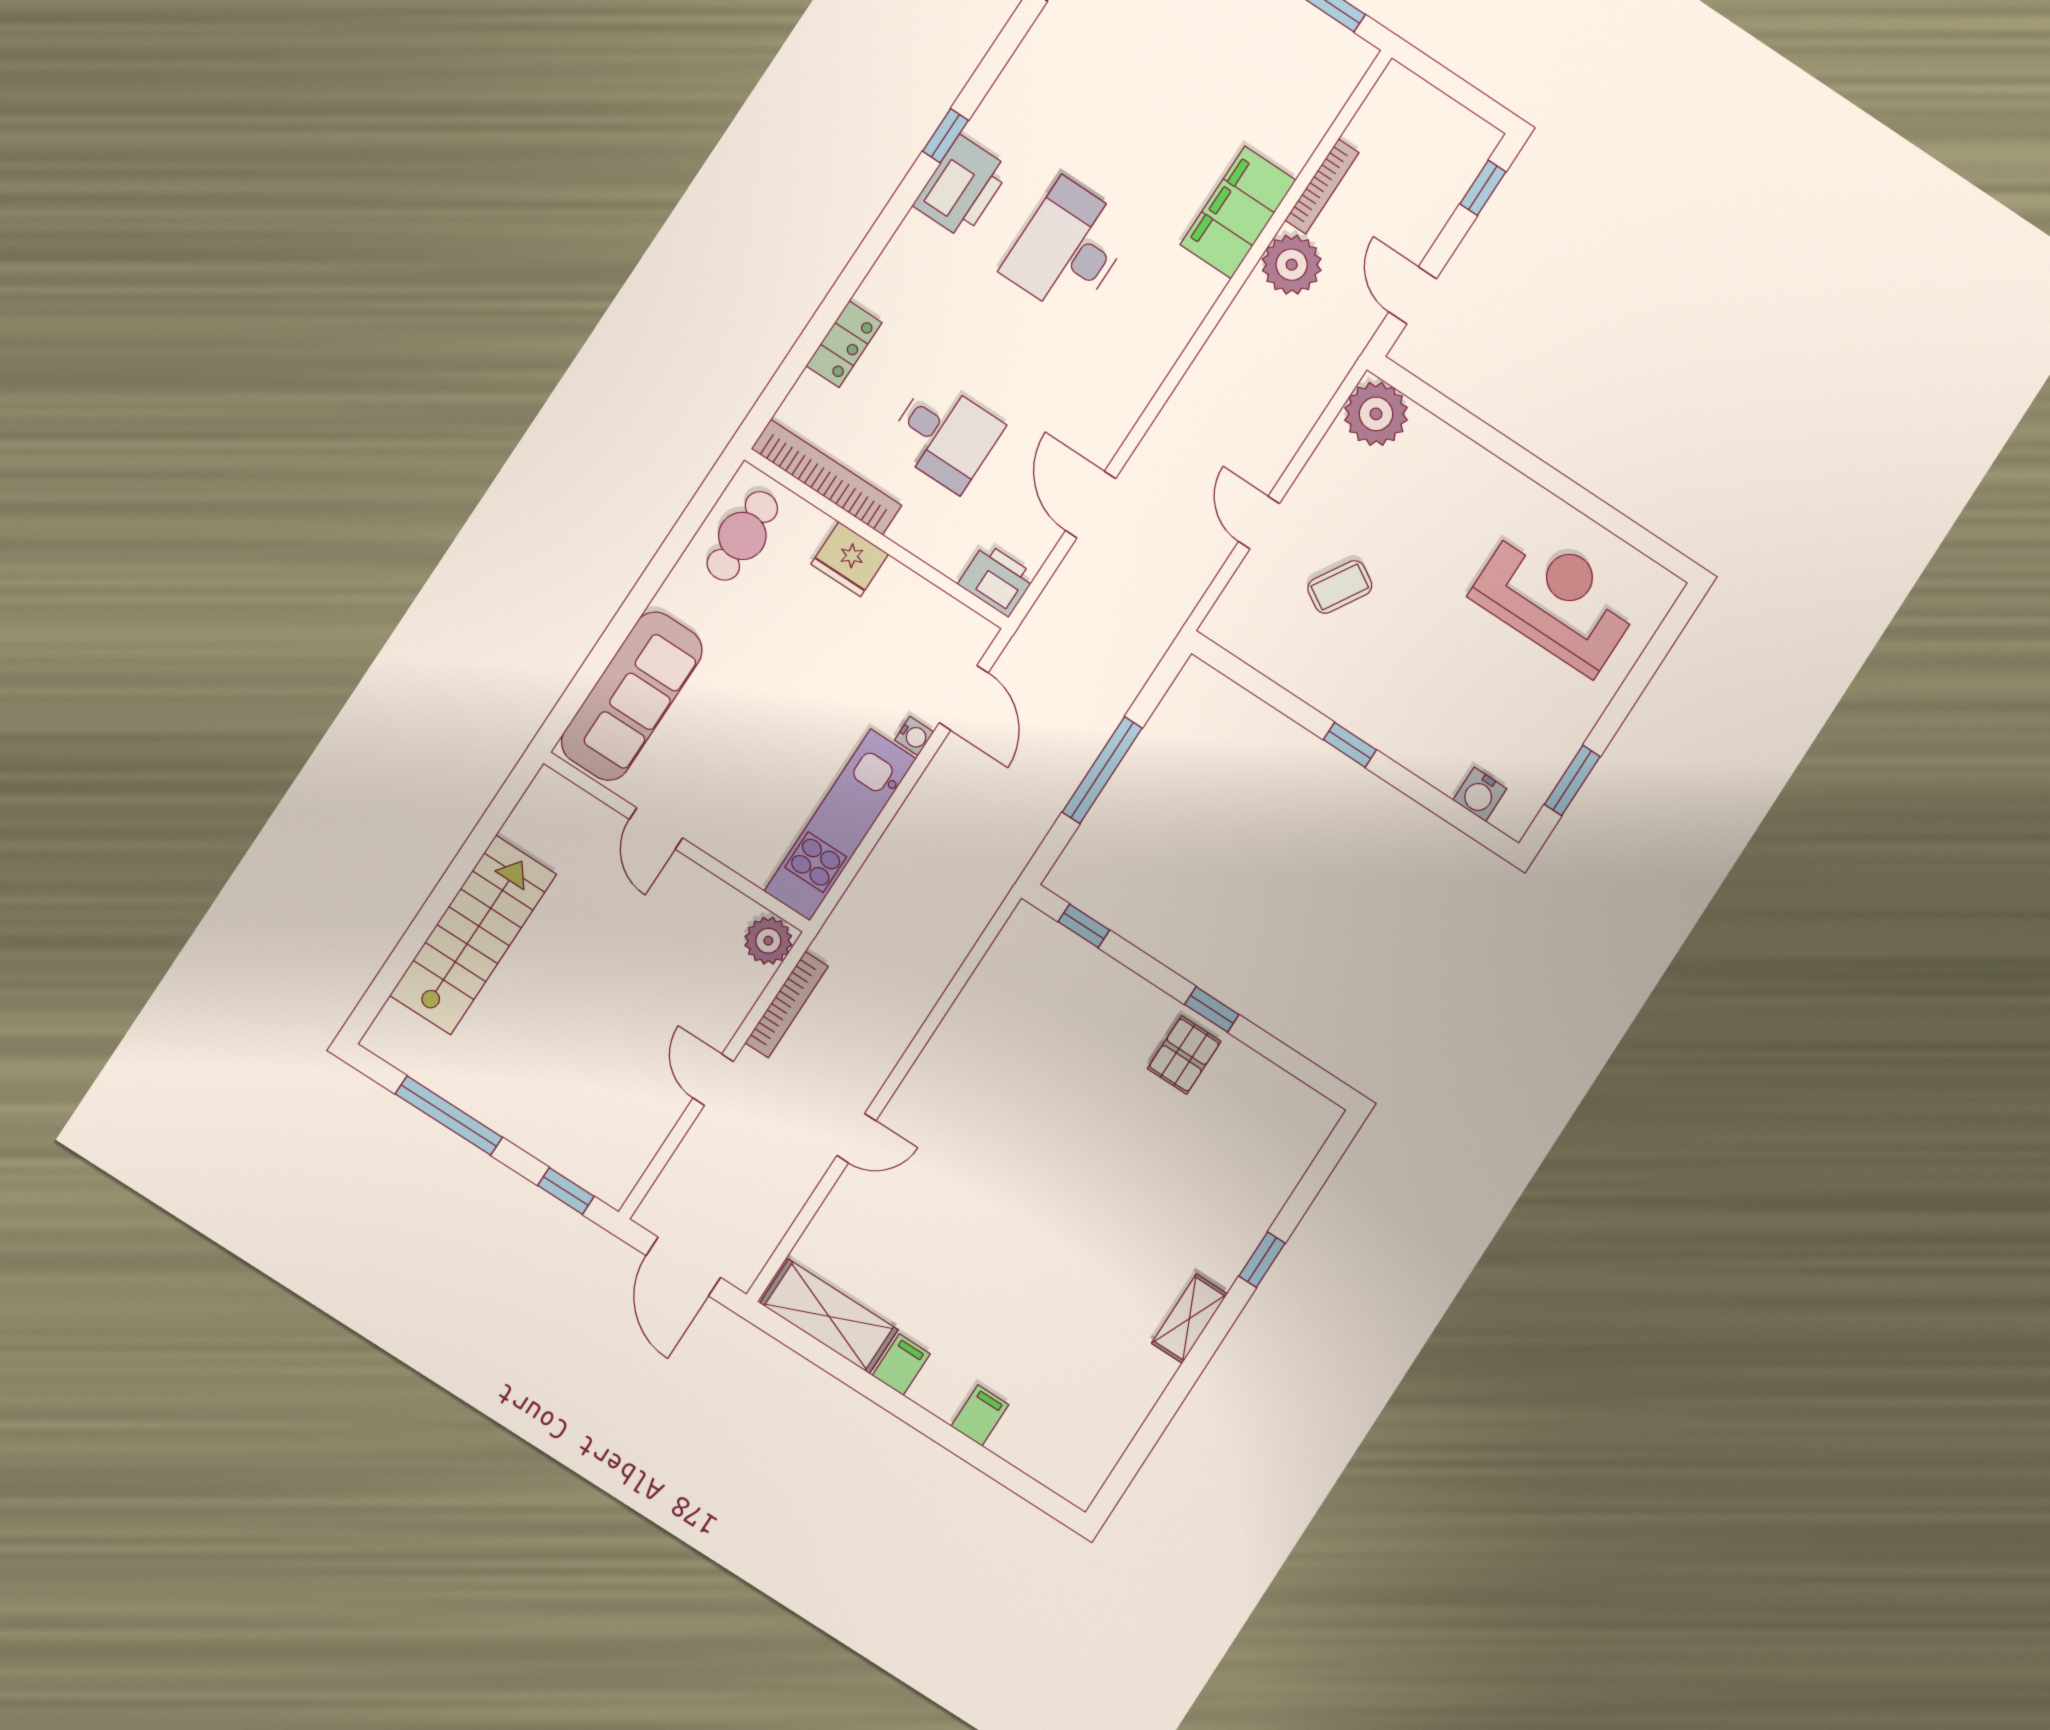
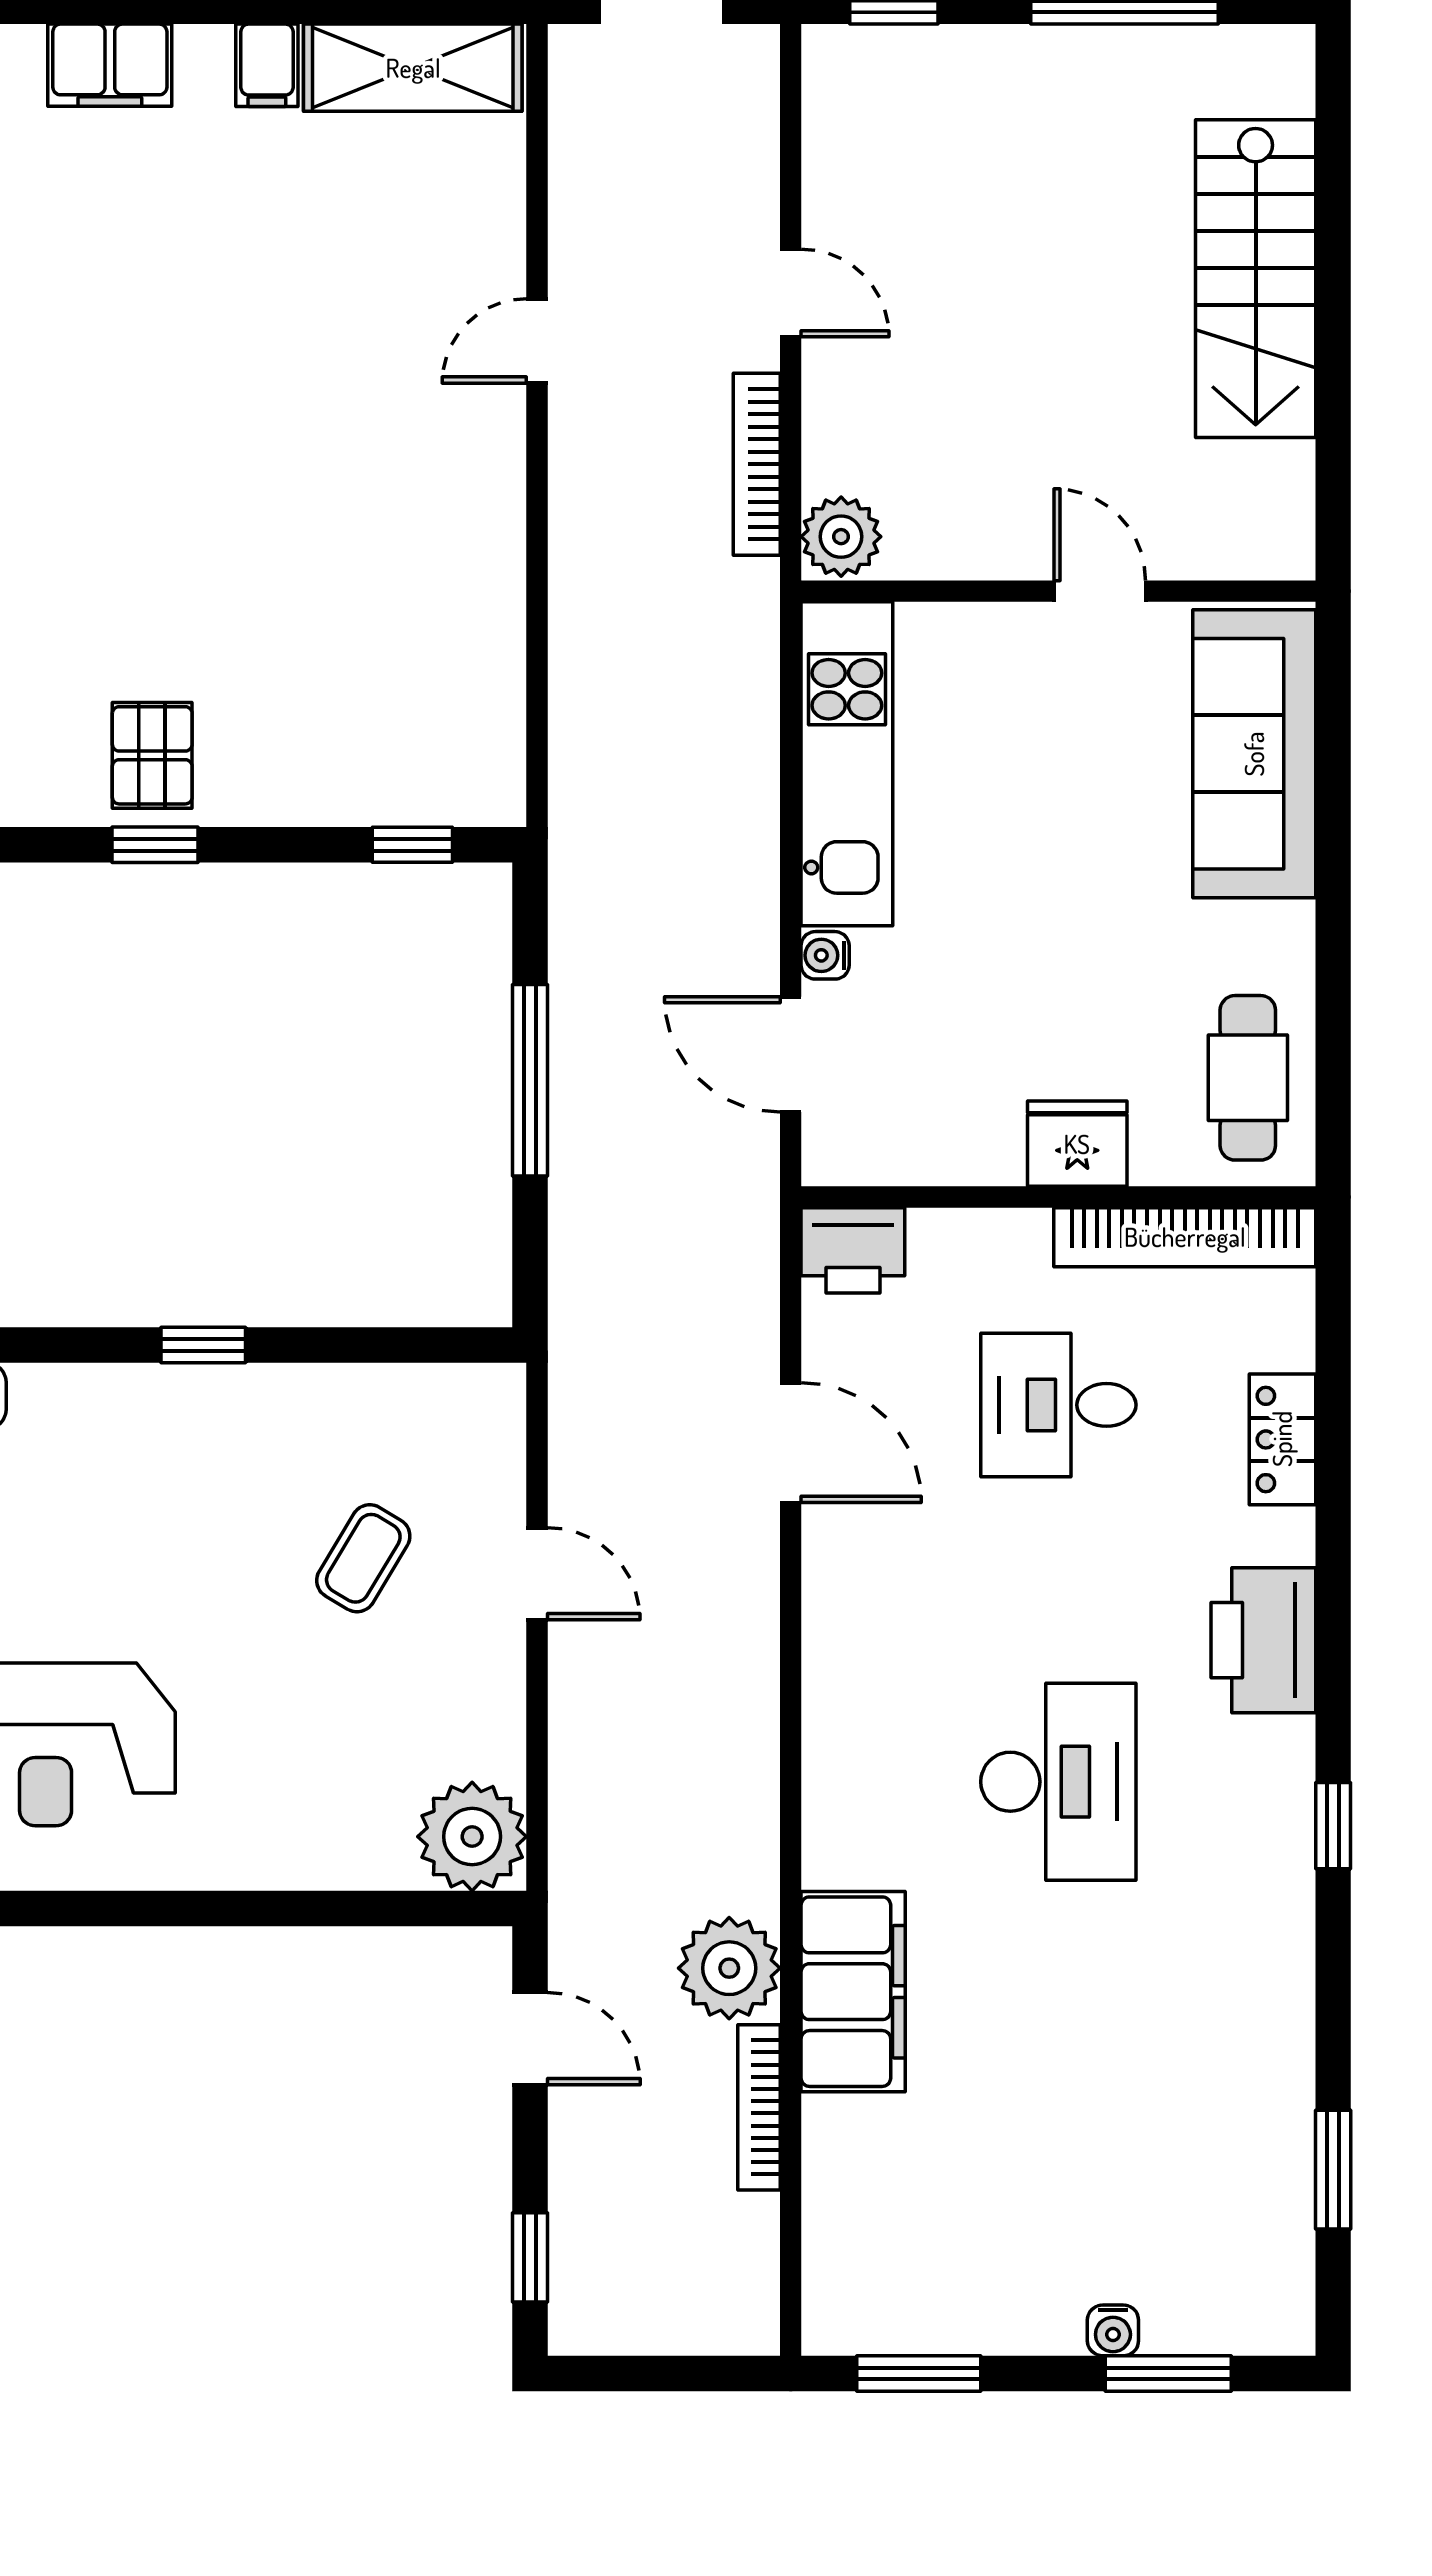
printer: (962, 187) -> (1263, 1640), moved
filing cabinet: (980, 1415) -> (110, 65), width x2.00

